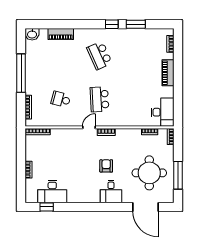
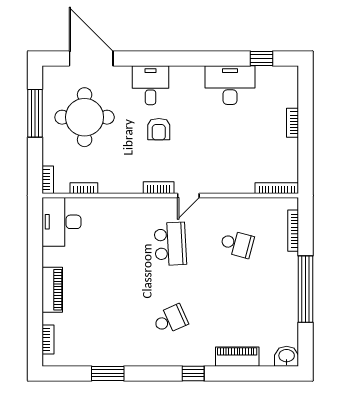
window: (112, 24) -> (193, 373), moved
school desk: (99, 55) -> (170, 320), width x0.54
desk: (52, 192) -> (230, 85), moved

